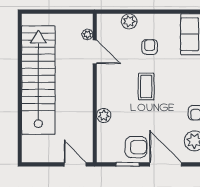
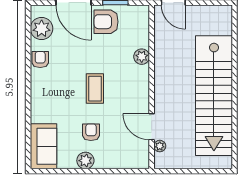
plant: (129, 21) -> (85, 161), moved
armchair: (150, 47) -> (91, 132), turned 180

